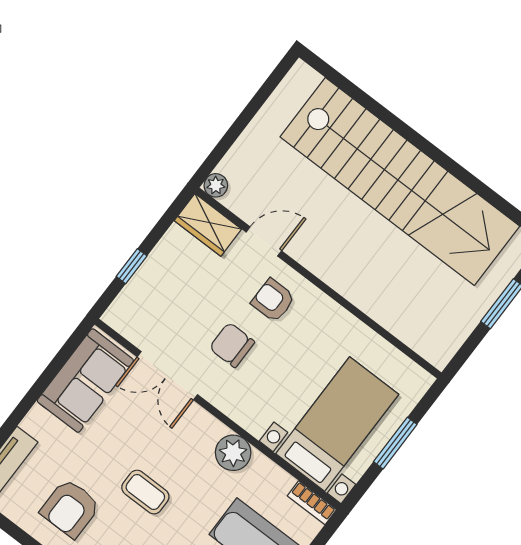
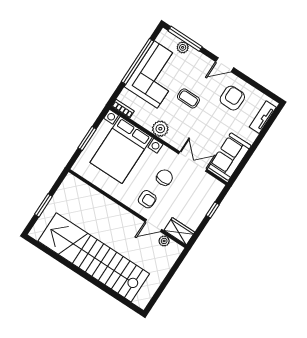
plant: (216, 185) -> (164, 241), moved
chair: (232, 345) -> (164, 178), turned -90
bed with nightstands: (337, 424) -> (121, 150), width x1.36
coffee table: (145, 492) -> (188, 98), moved

